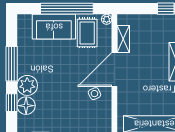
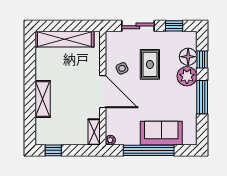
rug: (87, 33) -> (150, 64), moved
shelving: (123, 39) -> (94, 132), moved
door: (114, 69) -> (103, 92), hinge flipped

